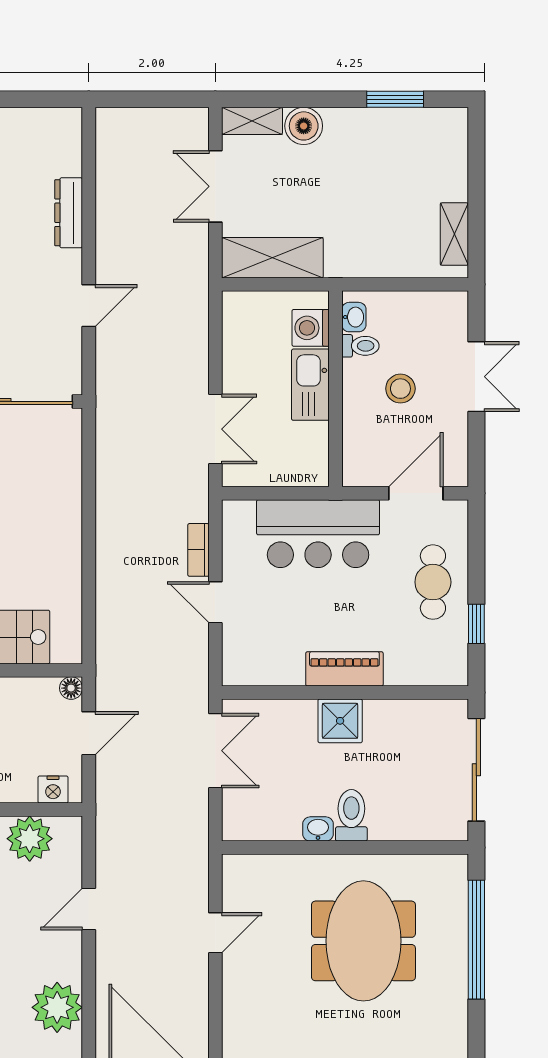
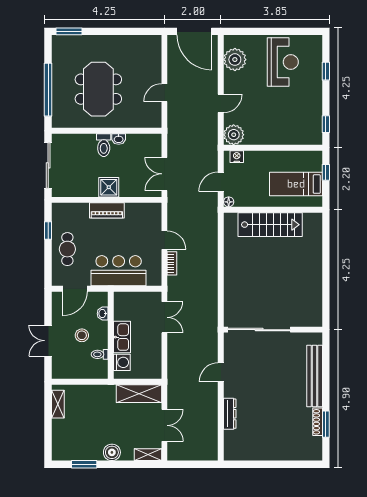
boiler: (304, 126) -> (112, 452), moved
washbasin: (354, 317) -> (103, 314), moved
double door: (215, 429) -> (164, 317), swing flipped
plant: (30, 839) -> (234, 135), moved

